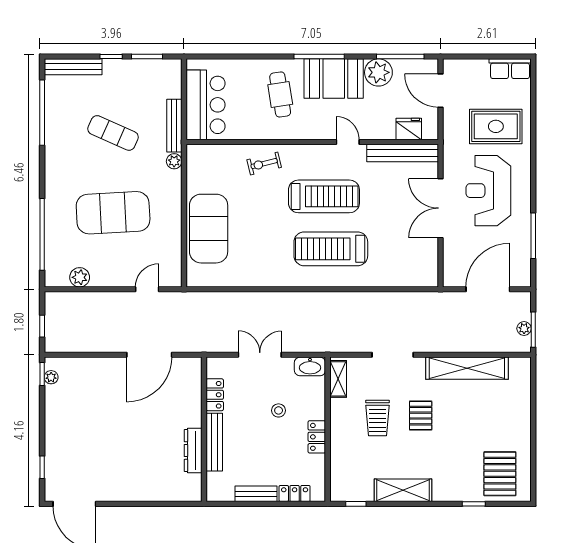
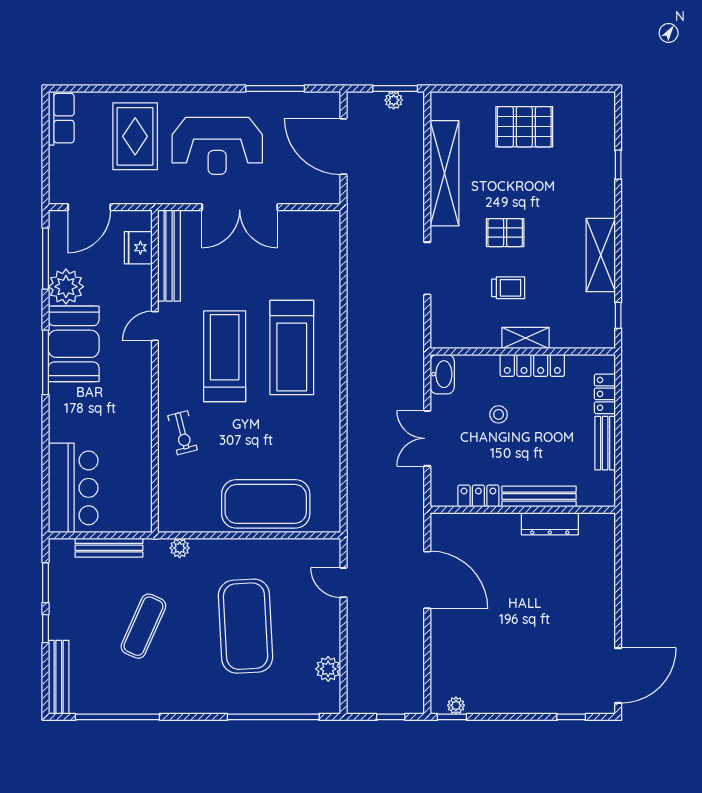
cafe table: (280, 94) -> (94, 412), removed
bar counter: (206, 105) -> (73, 488), moved, turned 90
bench: (174, 126) -> (109, 548), moved
shelving: (338, 379) -> (526, 338), moved
trolley: (377, 418) -> (508, 288), width x0.73, depth x0.72
locker: (317, 437) -> (532, 365), width x1.53
pallet: (500, 474) -> (524, 127), moved

